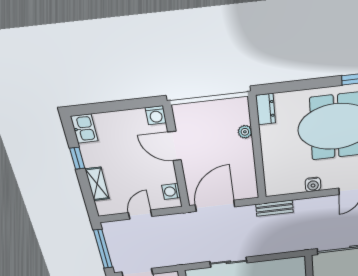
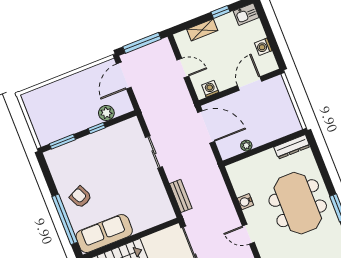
dresser: (266, 109) -> (292, 147), width x1.44
washing machine: (156, 115) -> (263, 47), moved
plant: (245, 132) -> (246, 146), moved
bench: (274, 208) -> (181, 196), moved

